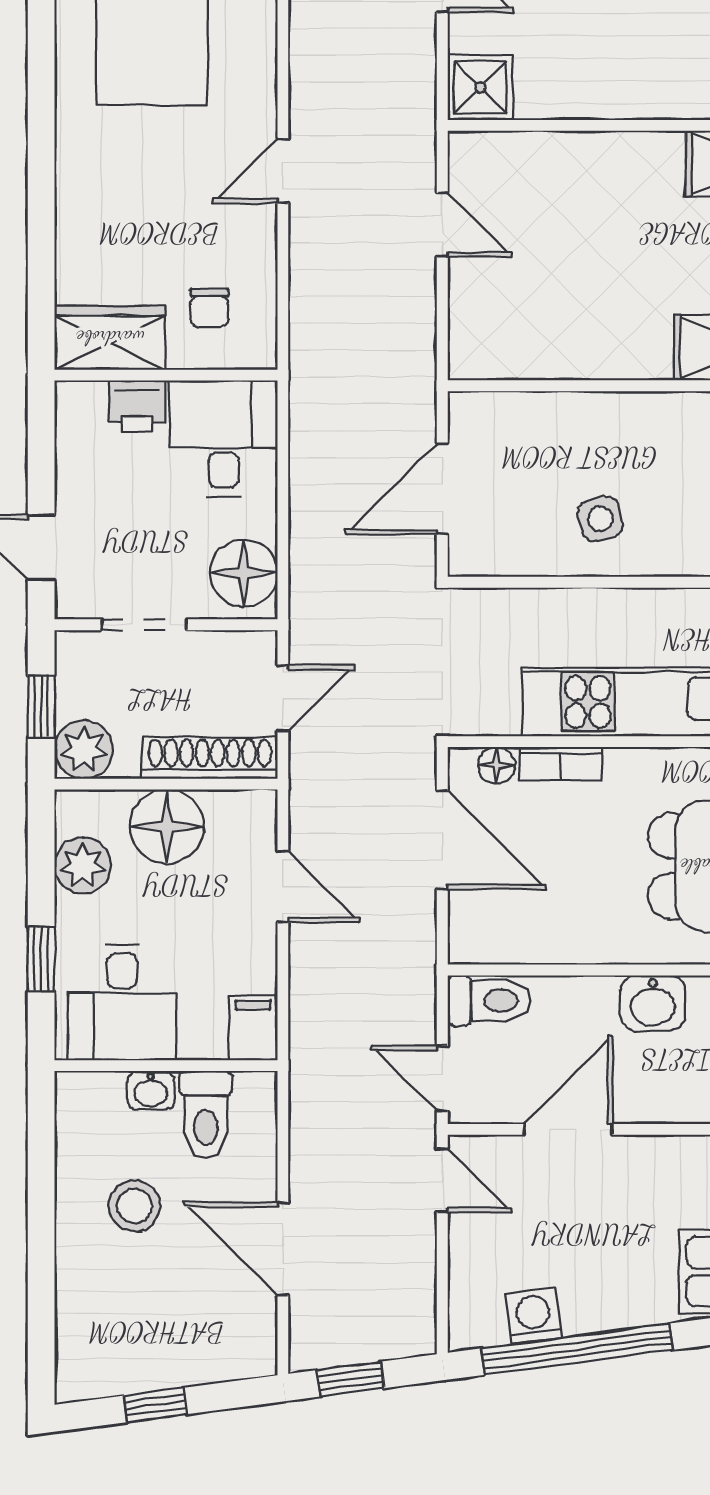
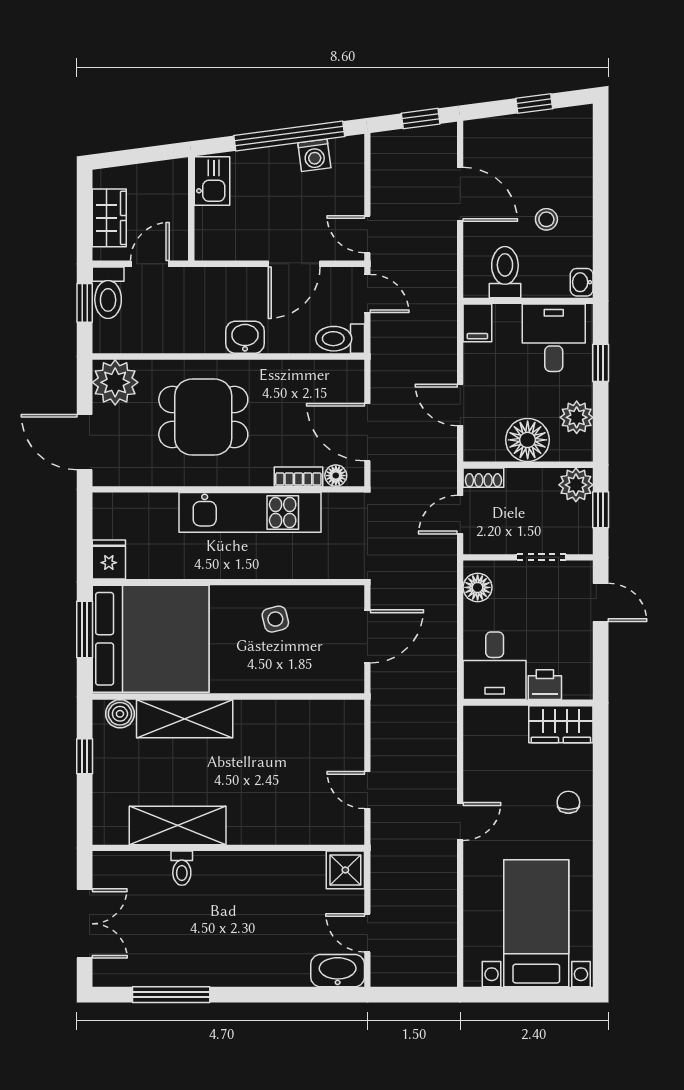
chair: (209, 308) -> (568, 802), moved
floor lamp: (244, 573) -> (478, 587), width x0.73, depth x0.73
shoe rack: (210, 758) -> (483, 478), width x0.51, depth x0.81
washbasin: (151, 1090) -> (582, 282), moved, turned -90
stool: (135, 1206) -> (546, 219), width x0.73, depth x0.73

